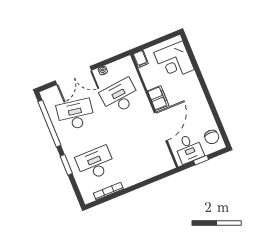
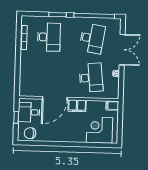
double door: (73, 76) -> (122, 50), swing flipped
door: (161, 127) -> (55, 98), hinge flipped

